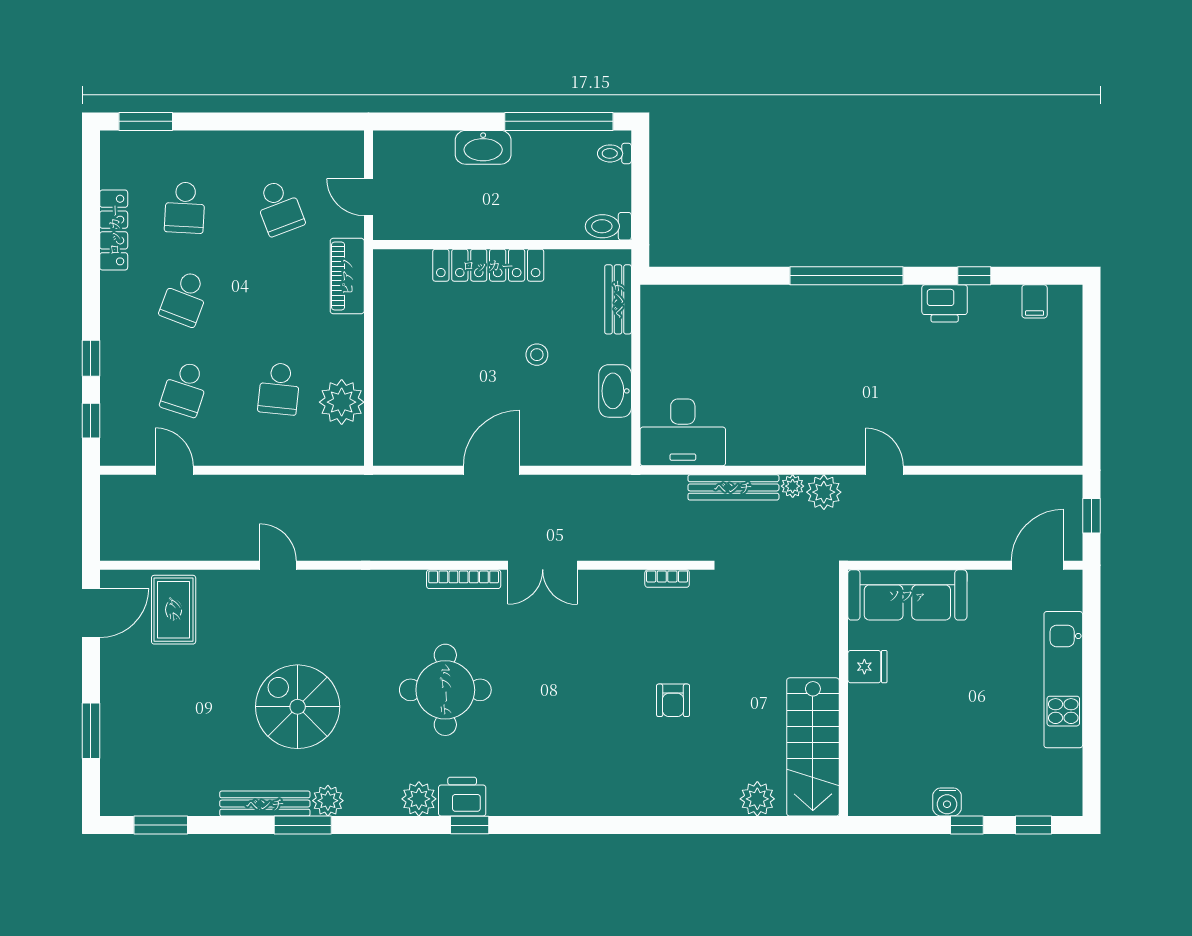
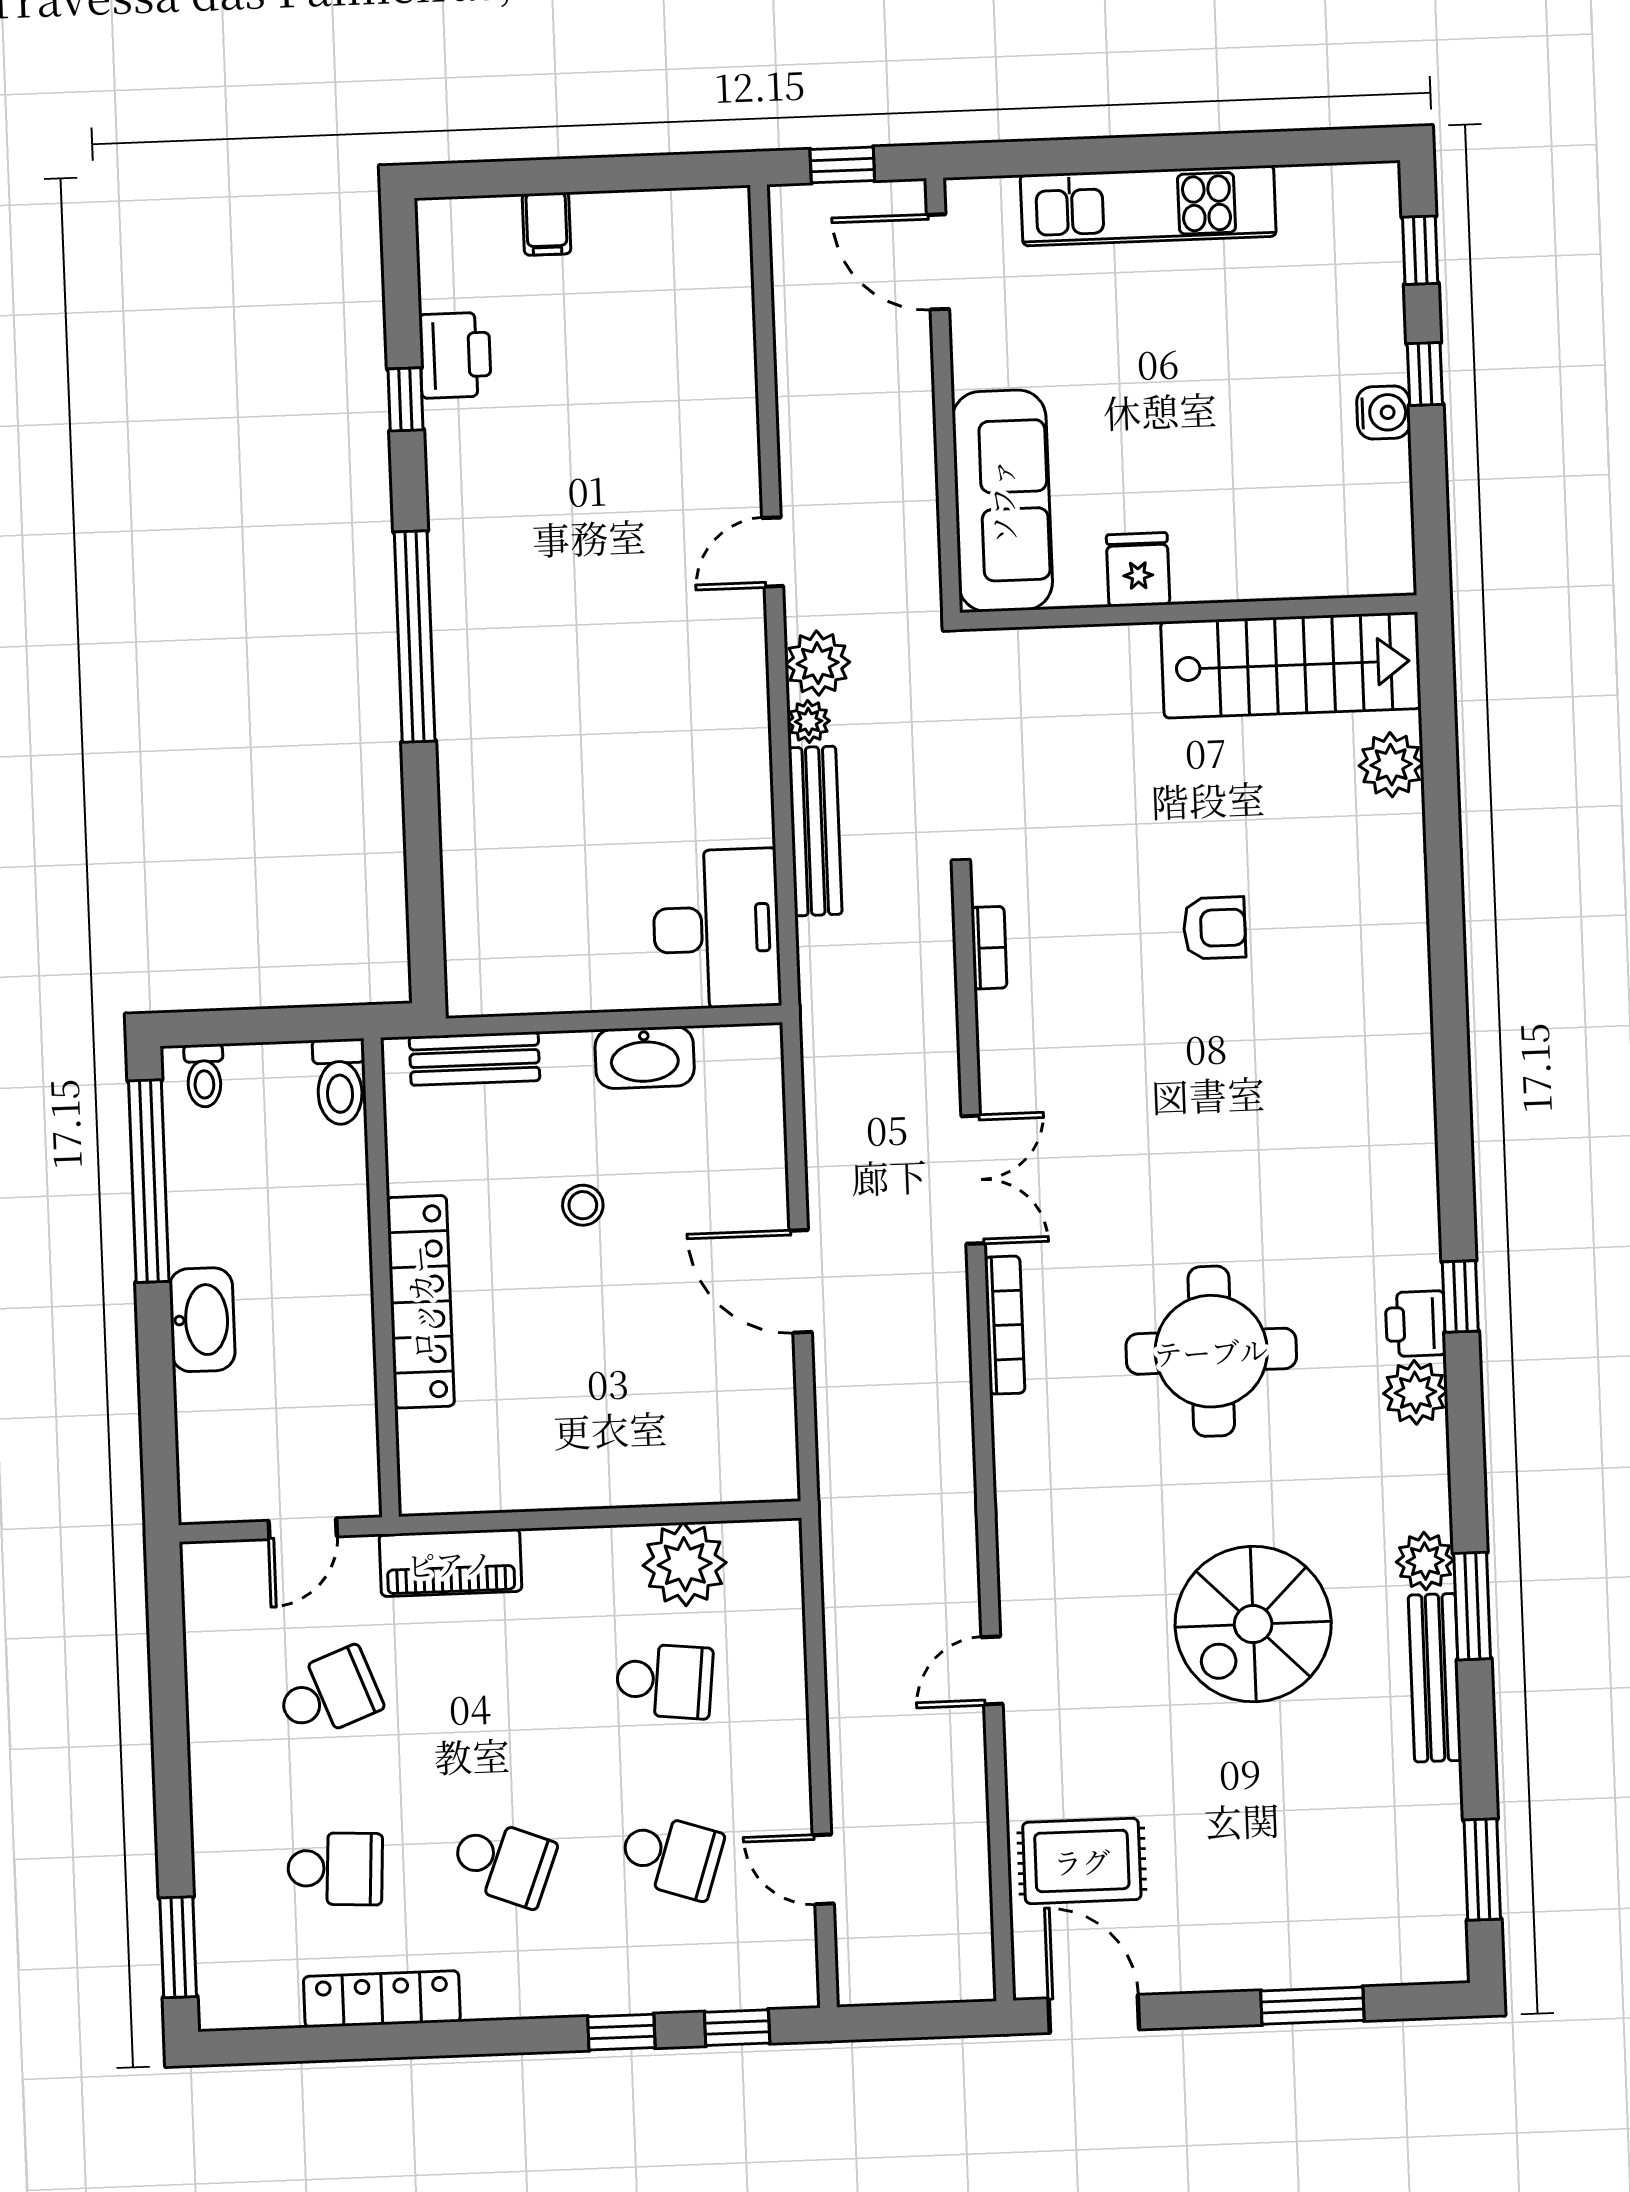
filing cabinet: (1035, 301) -> (547, 224), moved, turned 90
printer: (945, 303) -> (455, 355), moved
door: (174, 470) -> (823, 1869), hinge flipped
printer: (462, 797) -> (1416, 1324), width x0.73, depth x0.81

